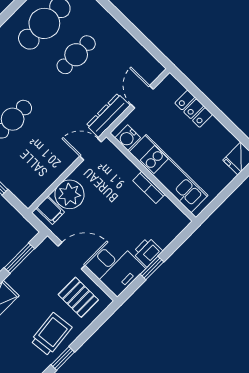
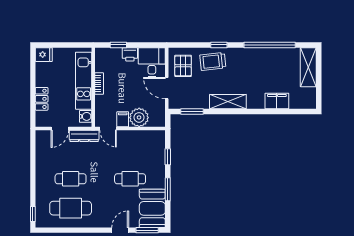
filing cabinet: (50, 210) -> (123, 119), moved
window: (152, 268) -> (118, 45), moved

